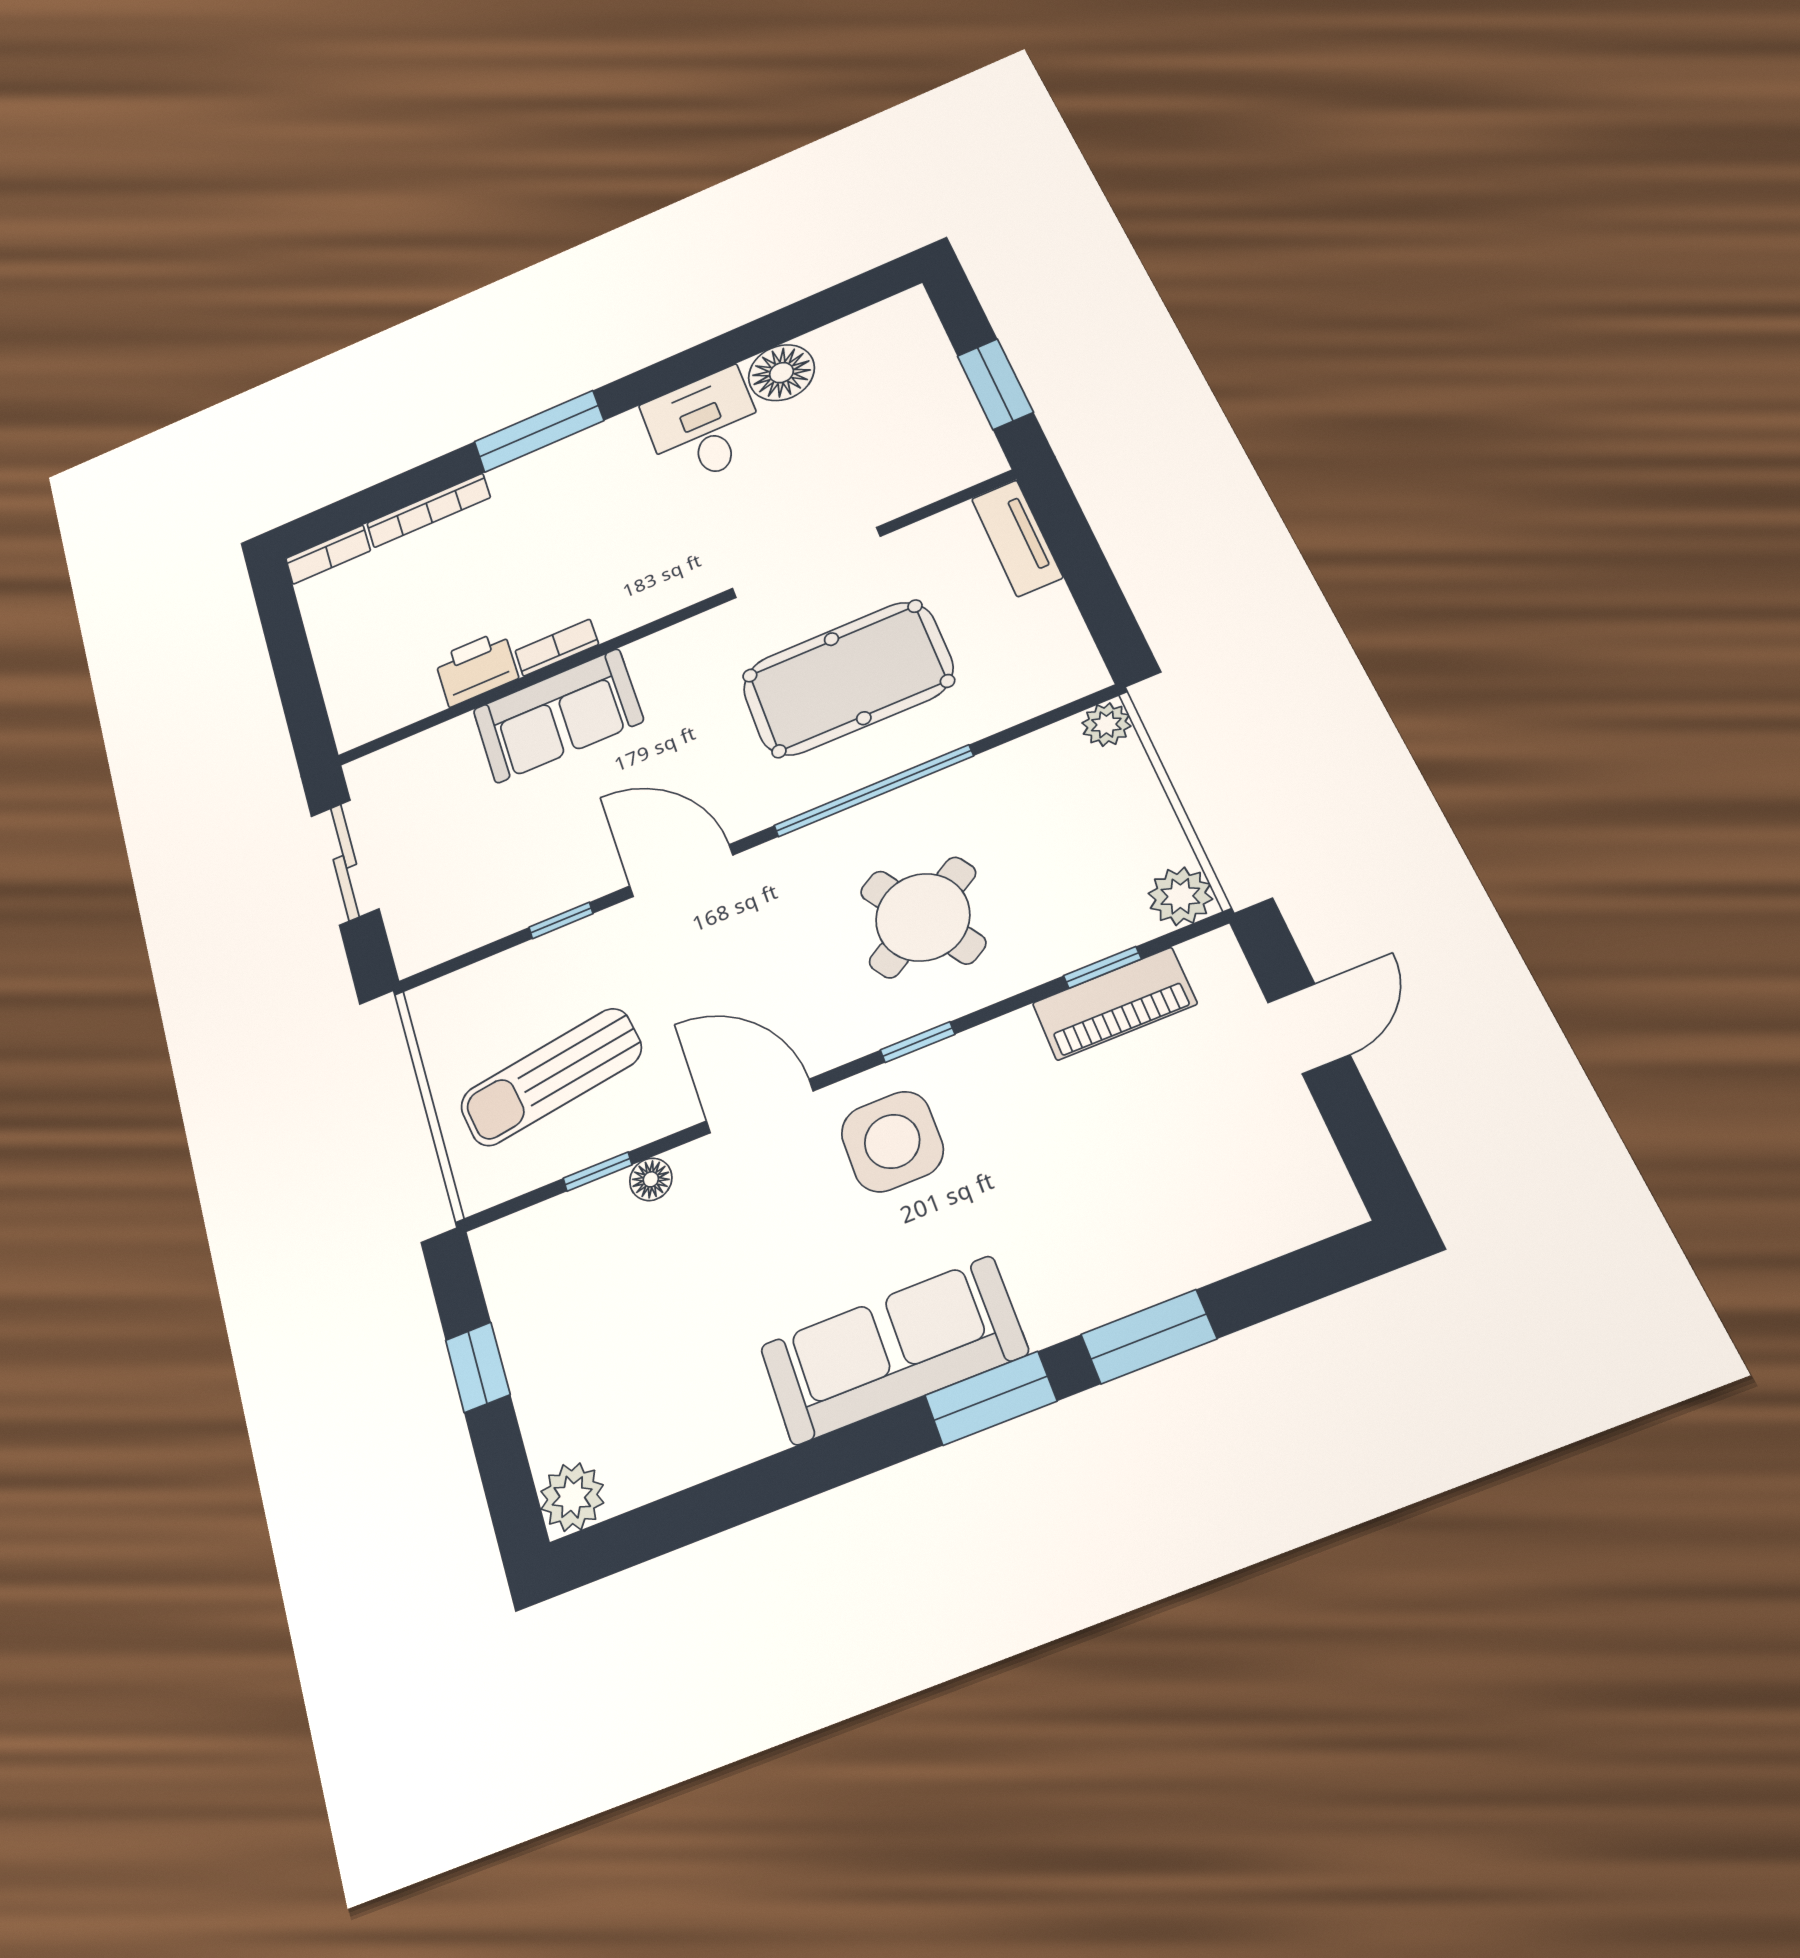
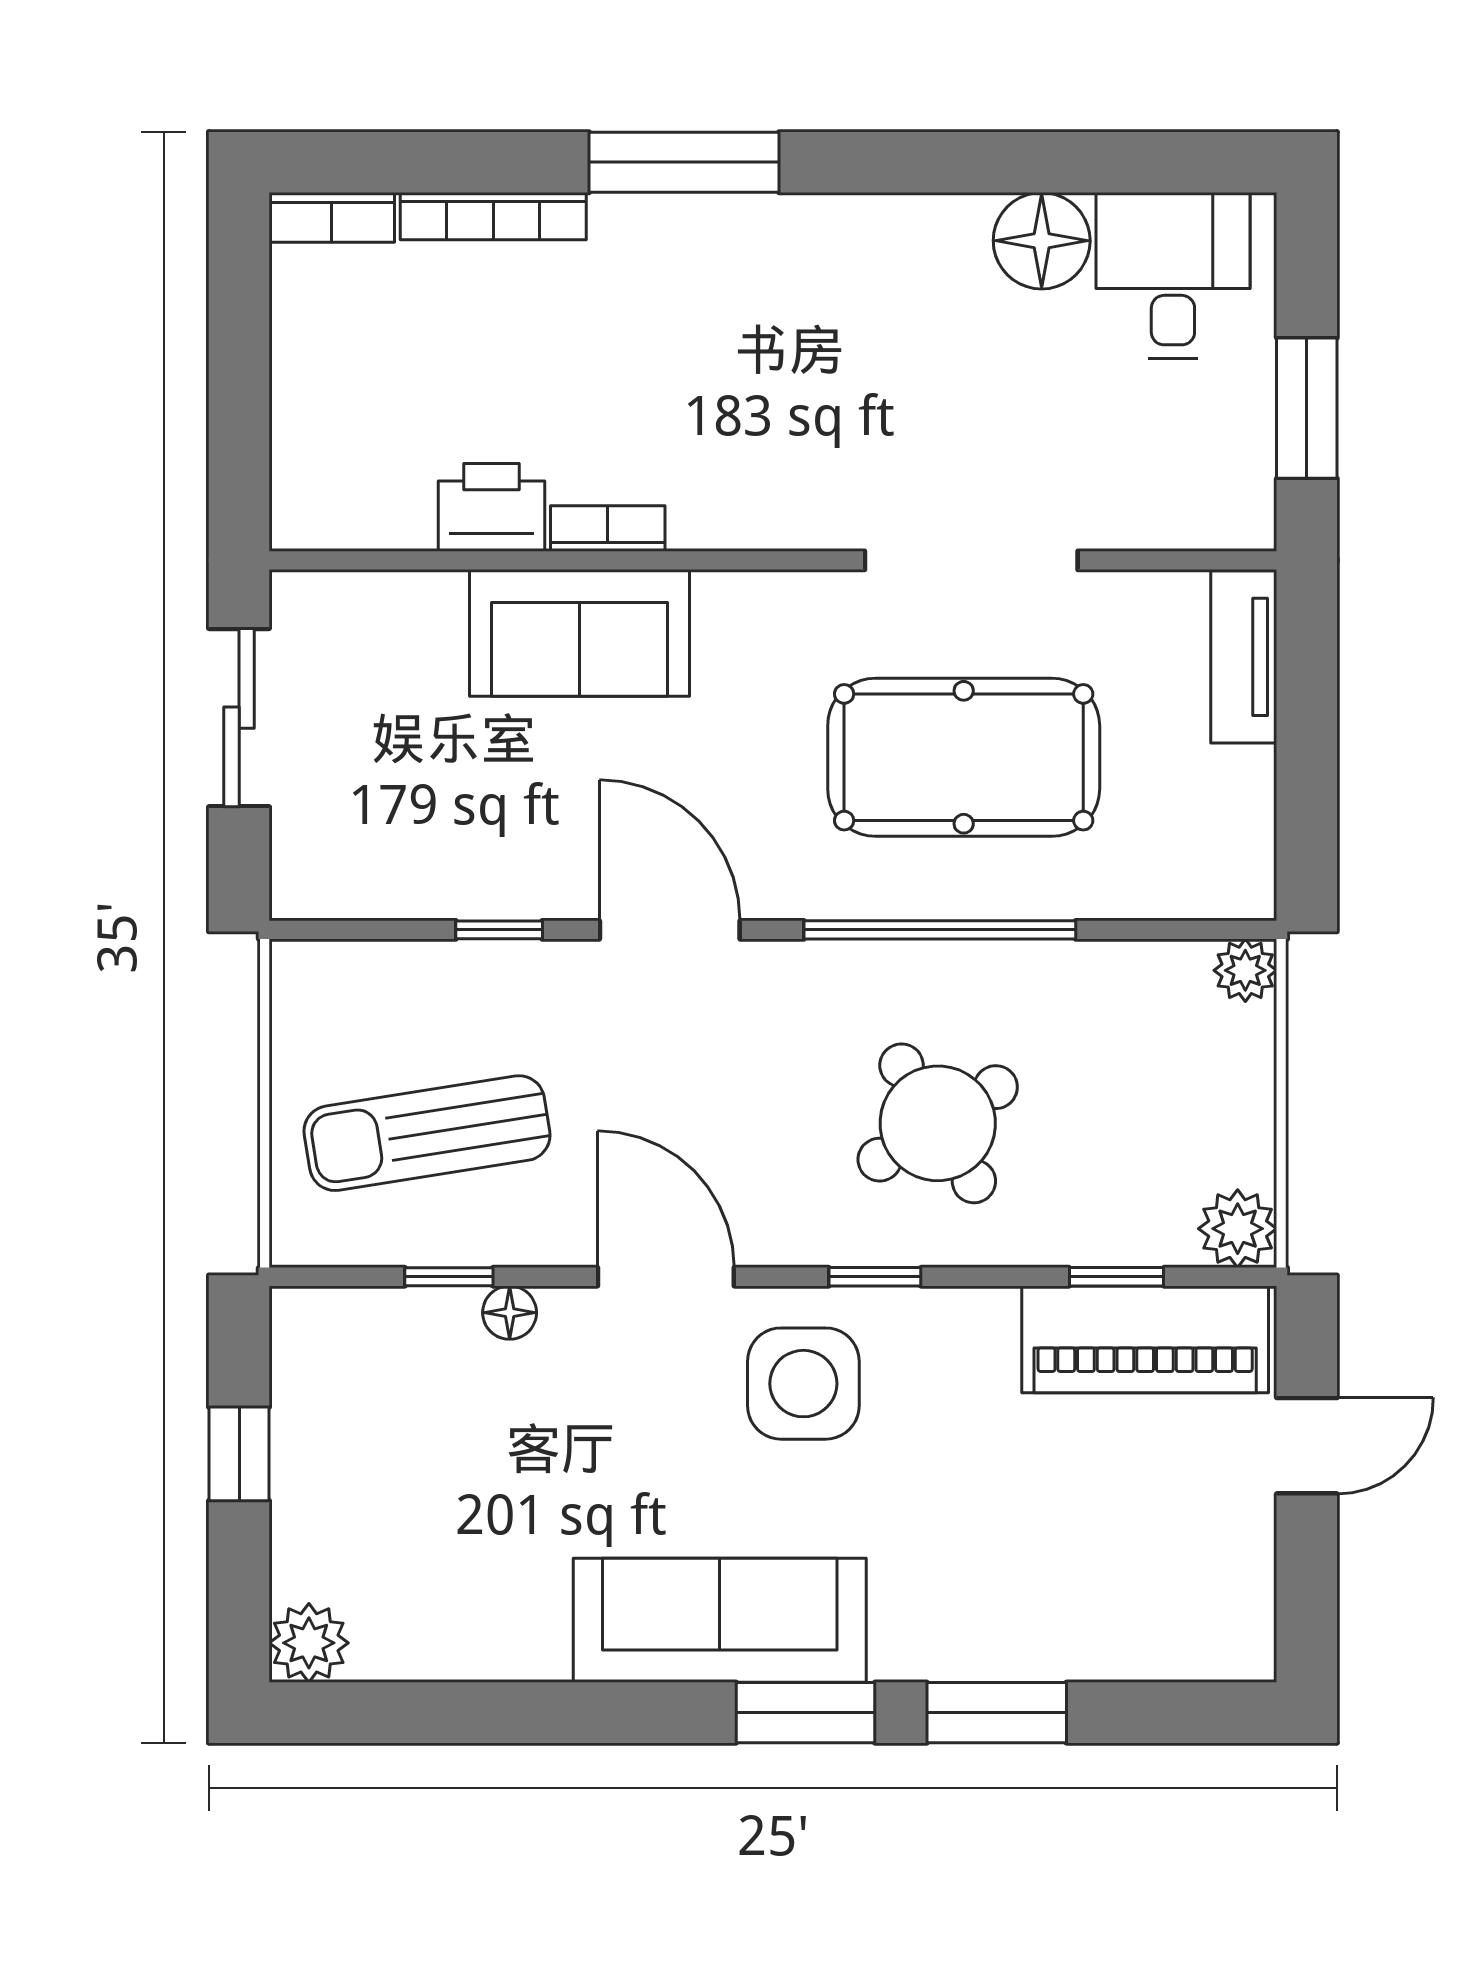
desk: (704, 427) -> (1173, 275), moved
piano: (1114, 1004) -> (1145, 1339), width x1.37, depth x1.33

